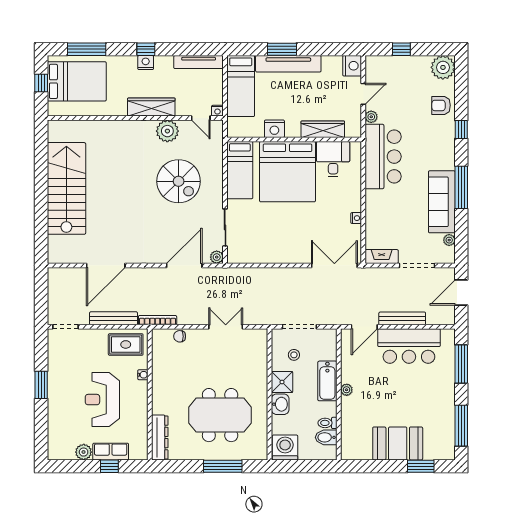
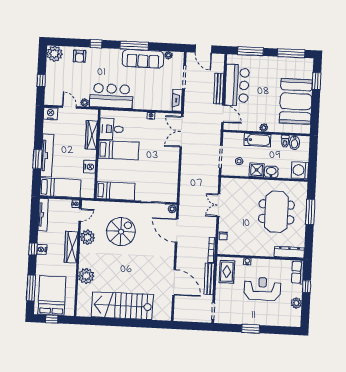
plant: (109, 132) -> (86, 276), added
bed: (288, 172) -> (119, 150), width x0.49
reception desk: (102, 400) -> (262, 289), turned 180
booth: (398, 443) -> (296, 101), width x1.36, depth x1.42
row of seats: (111, 452) -> (298, 272), moved

